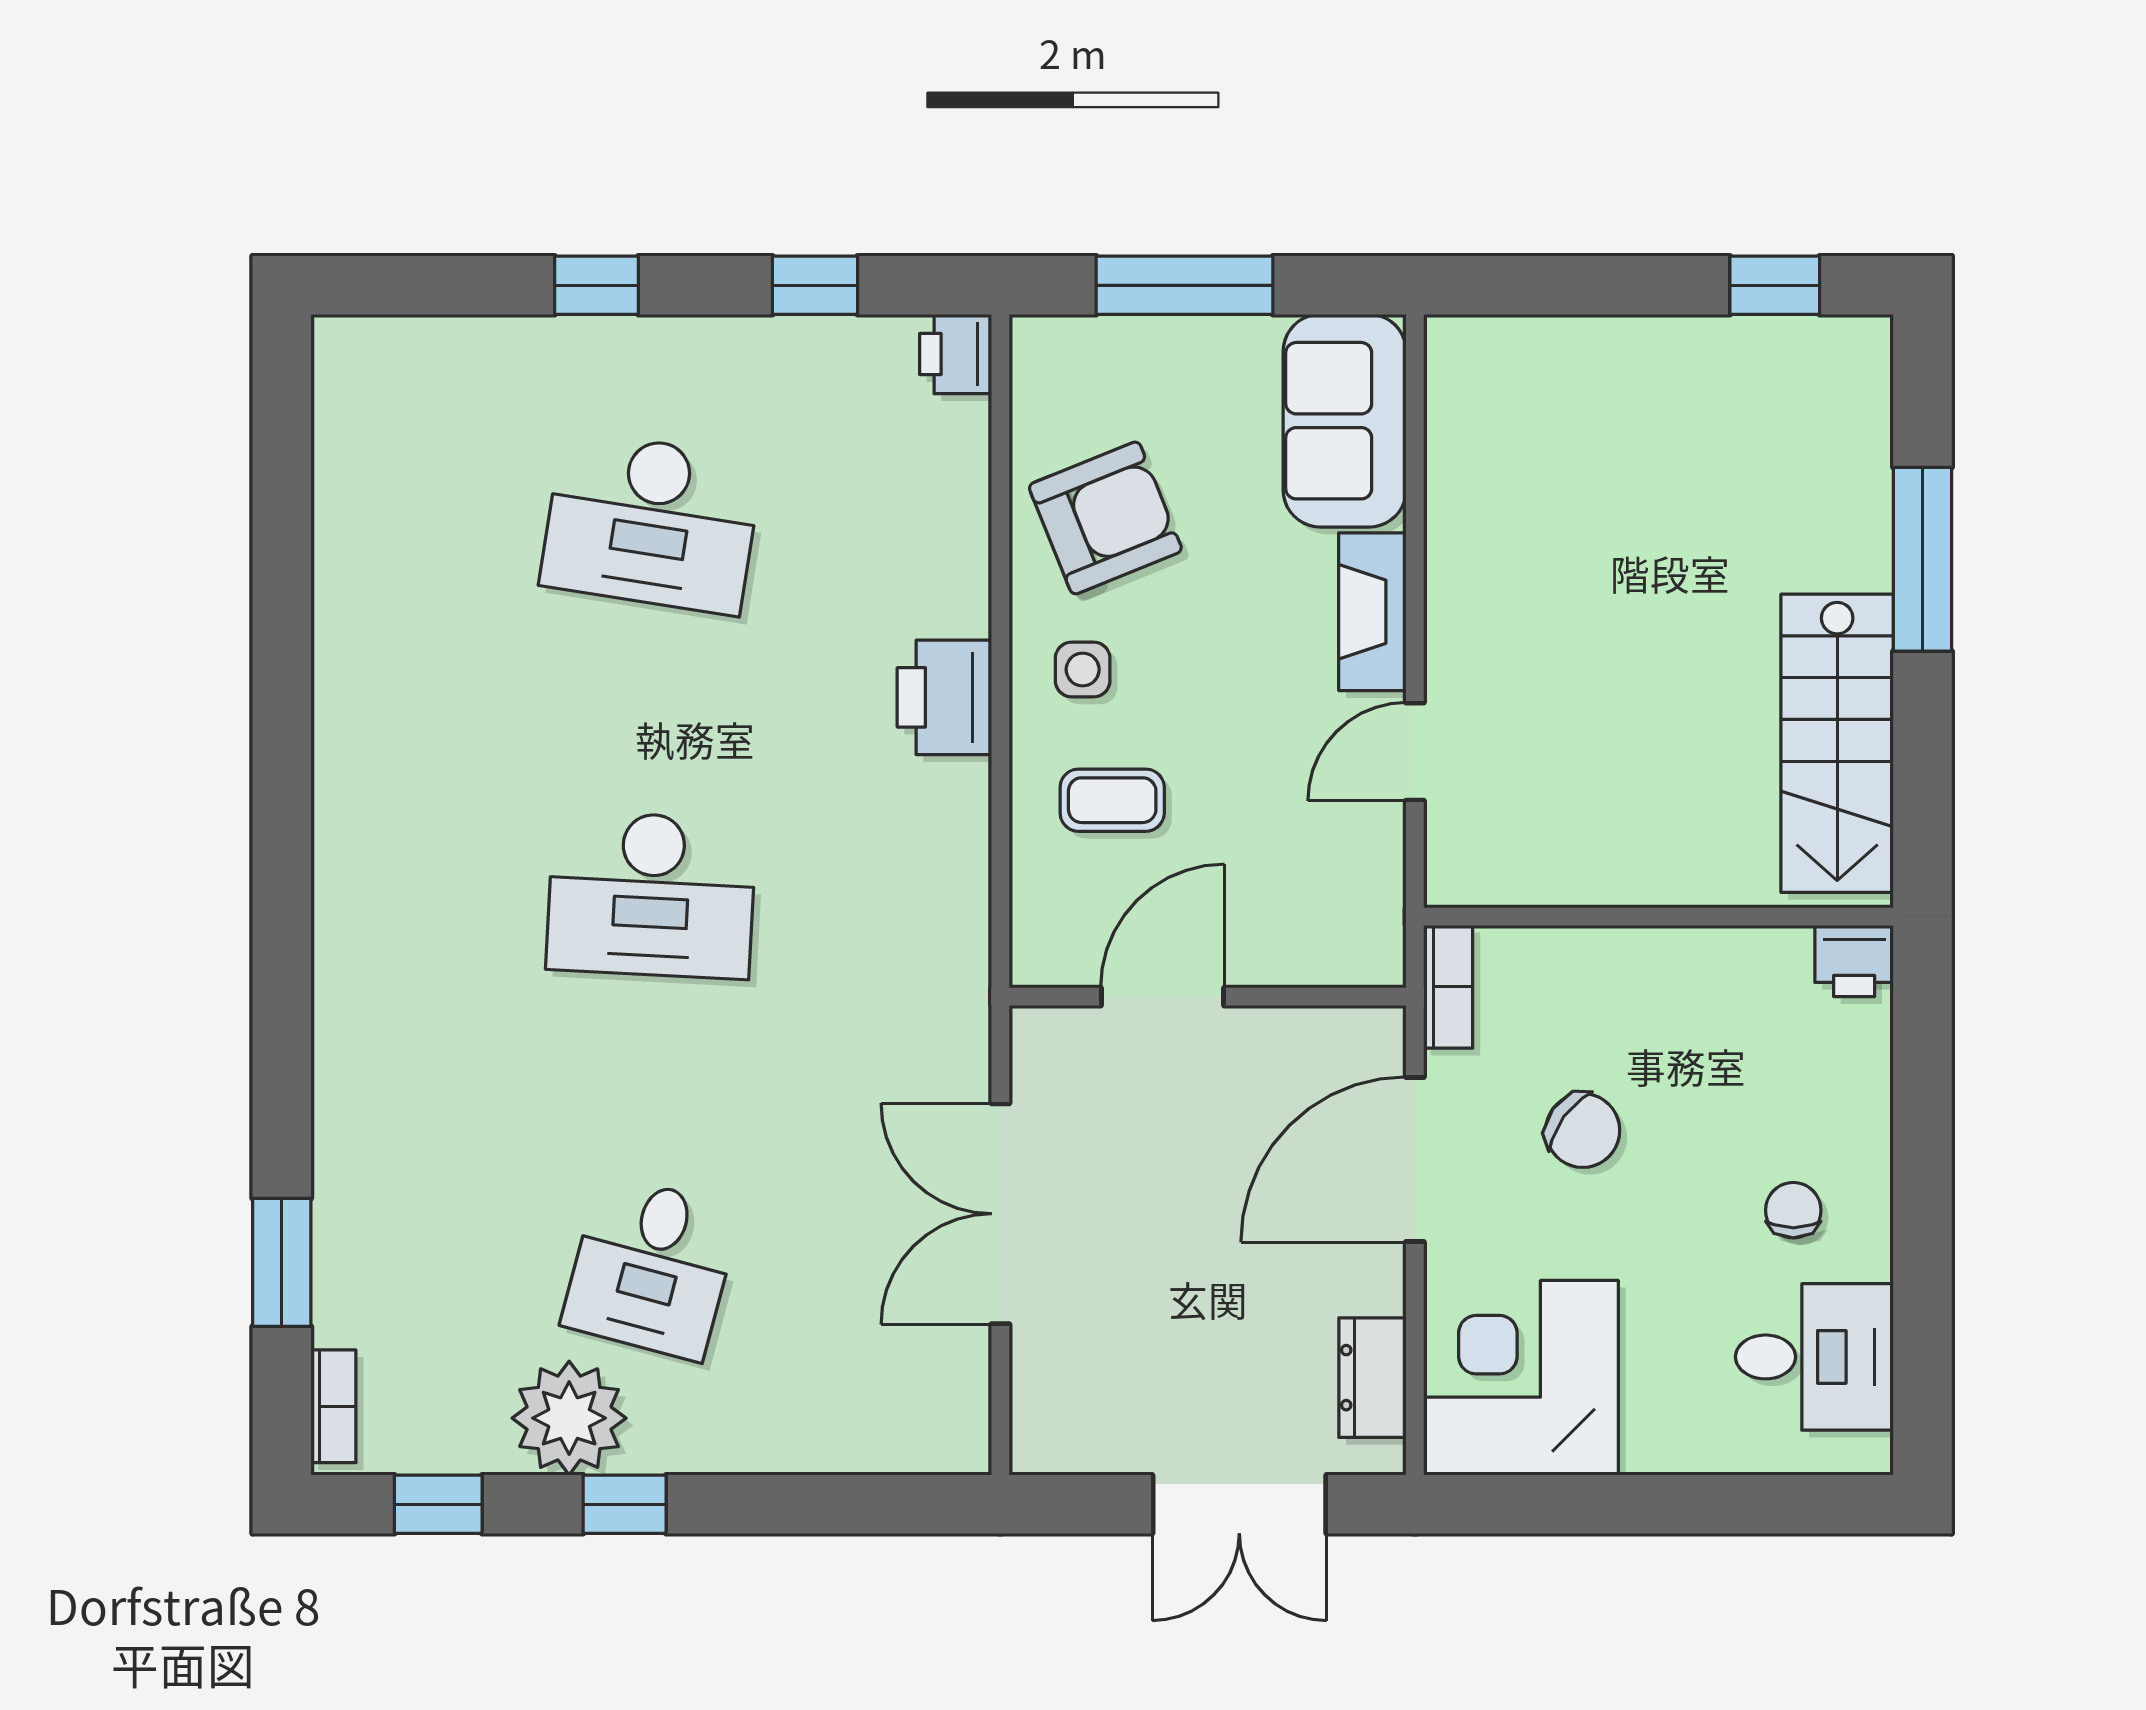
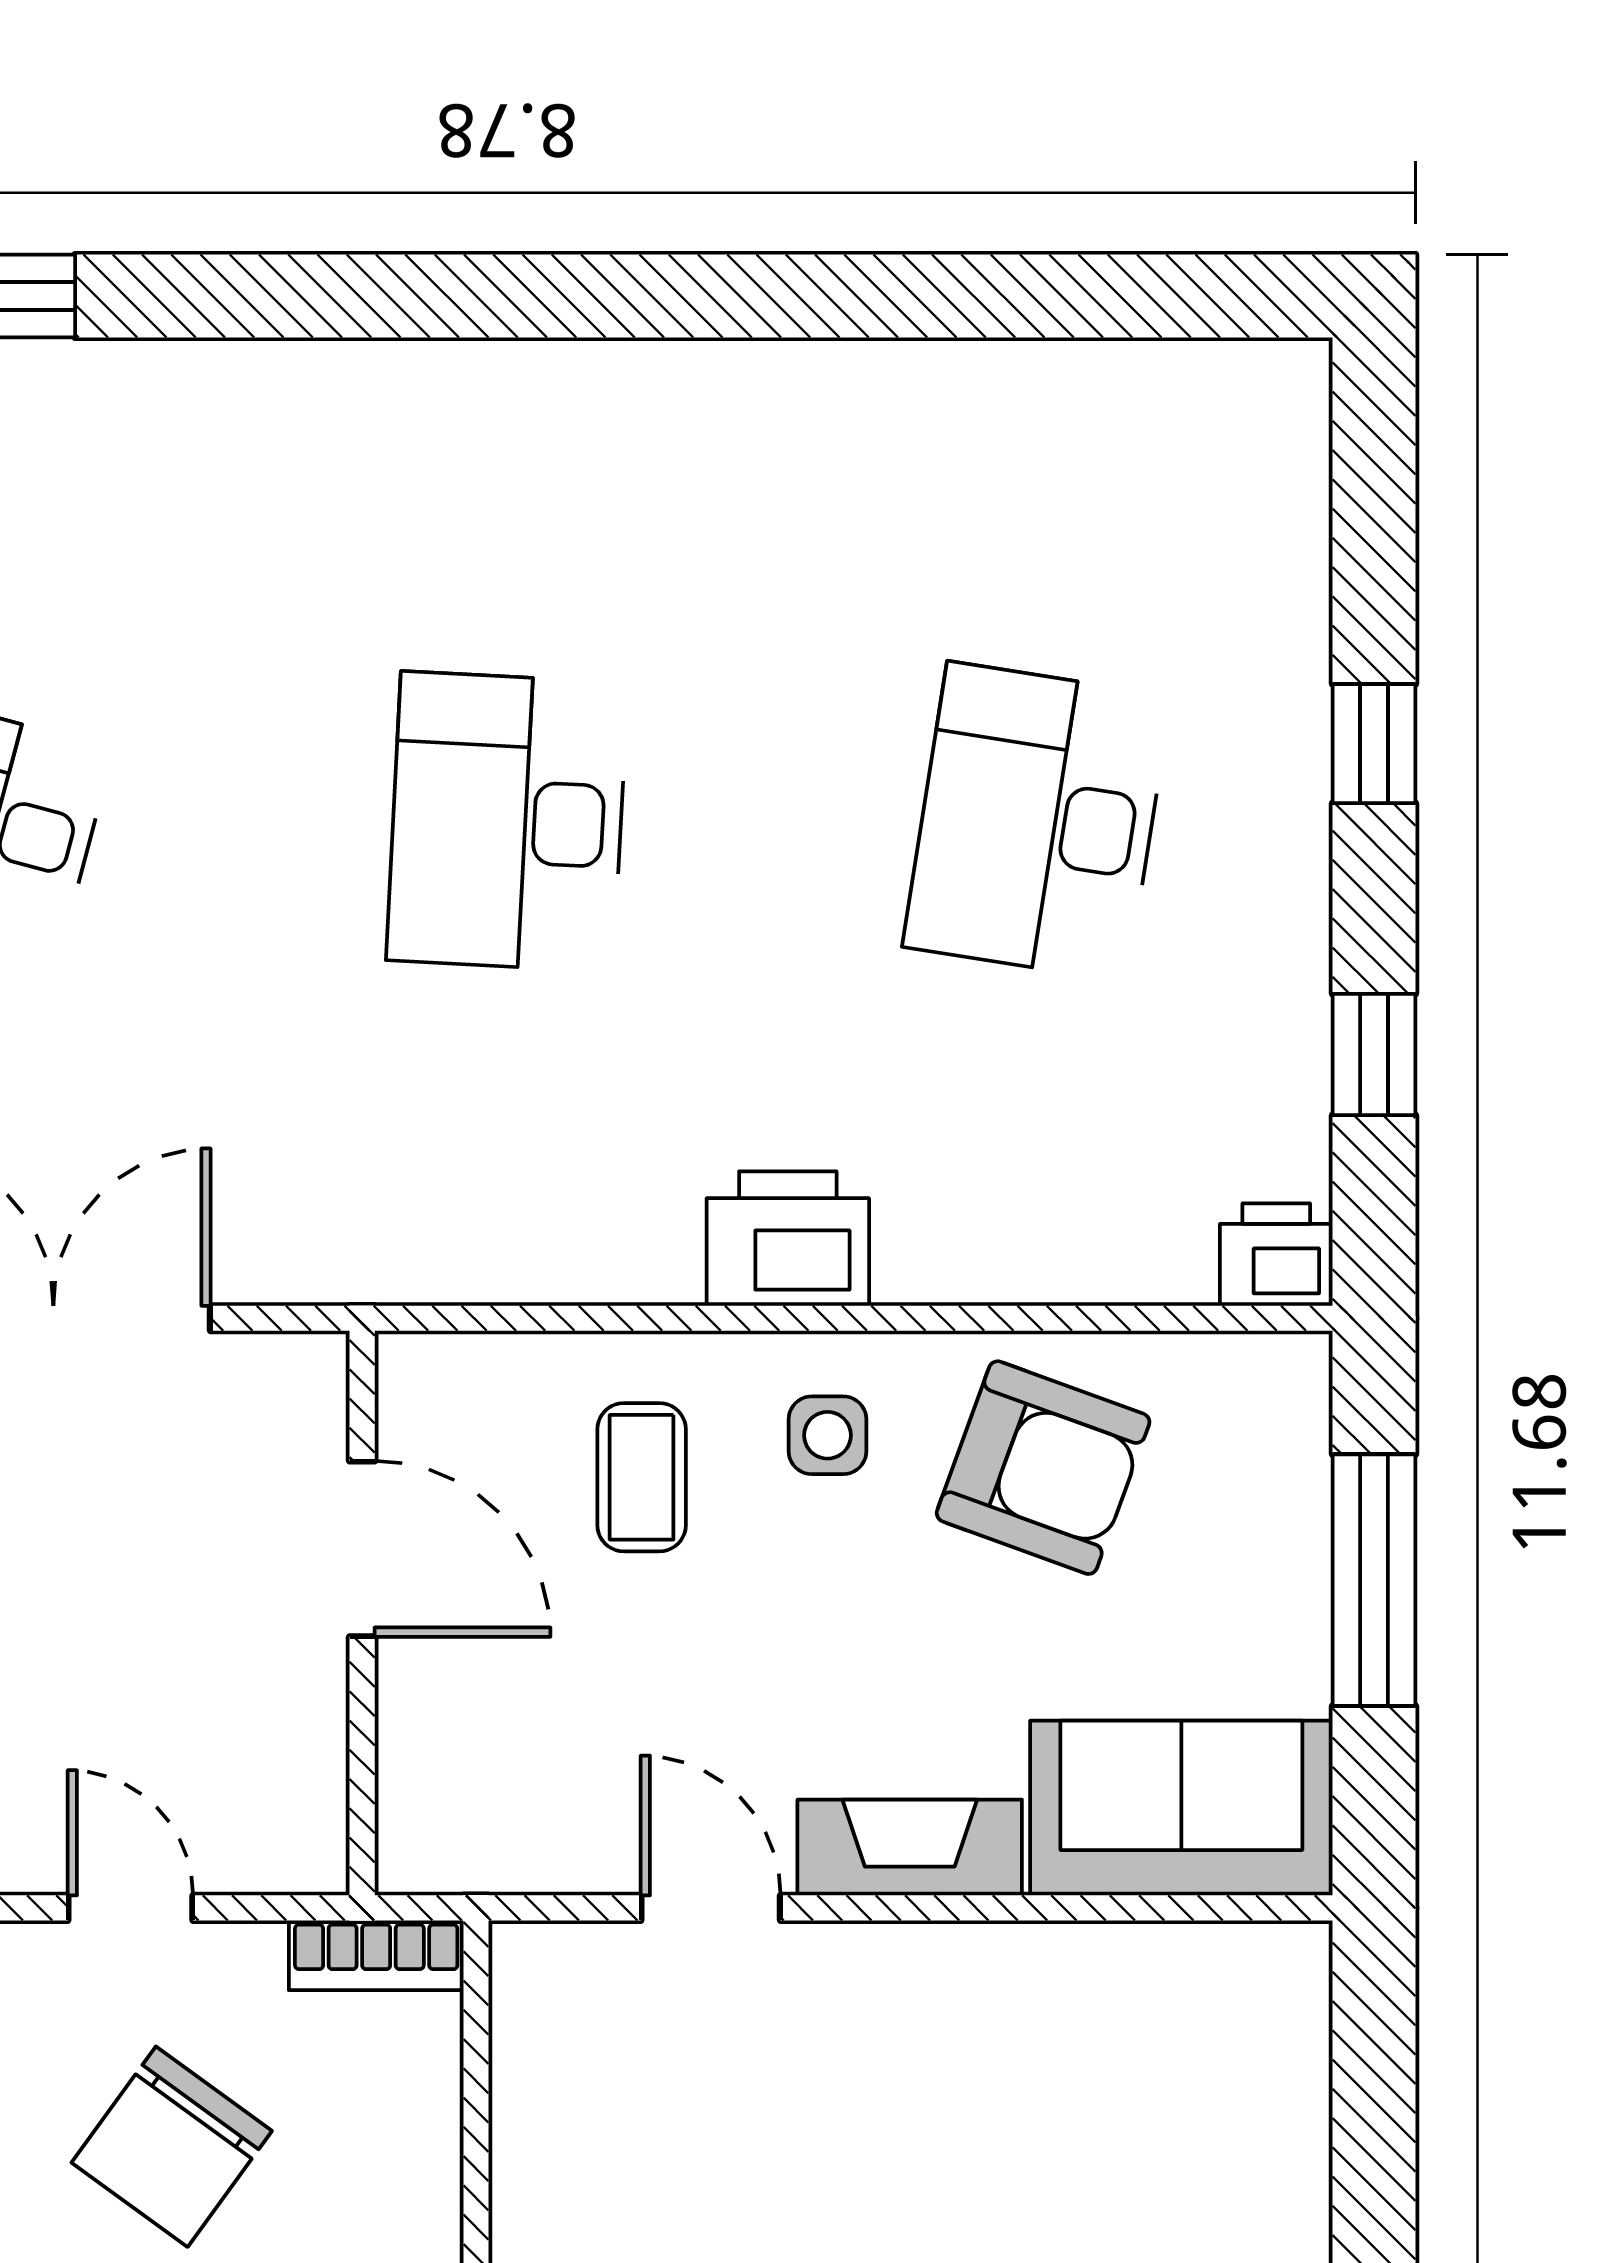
armchair: (1105, 518) -> (1043, 1468), turned -48
chair: (1583, 1130) -> (172, 2147), width x1.37, depth x1.37
door: (1415, 1160) -> (130, 1908), width x0.53

